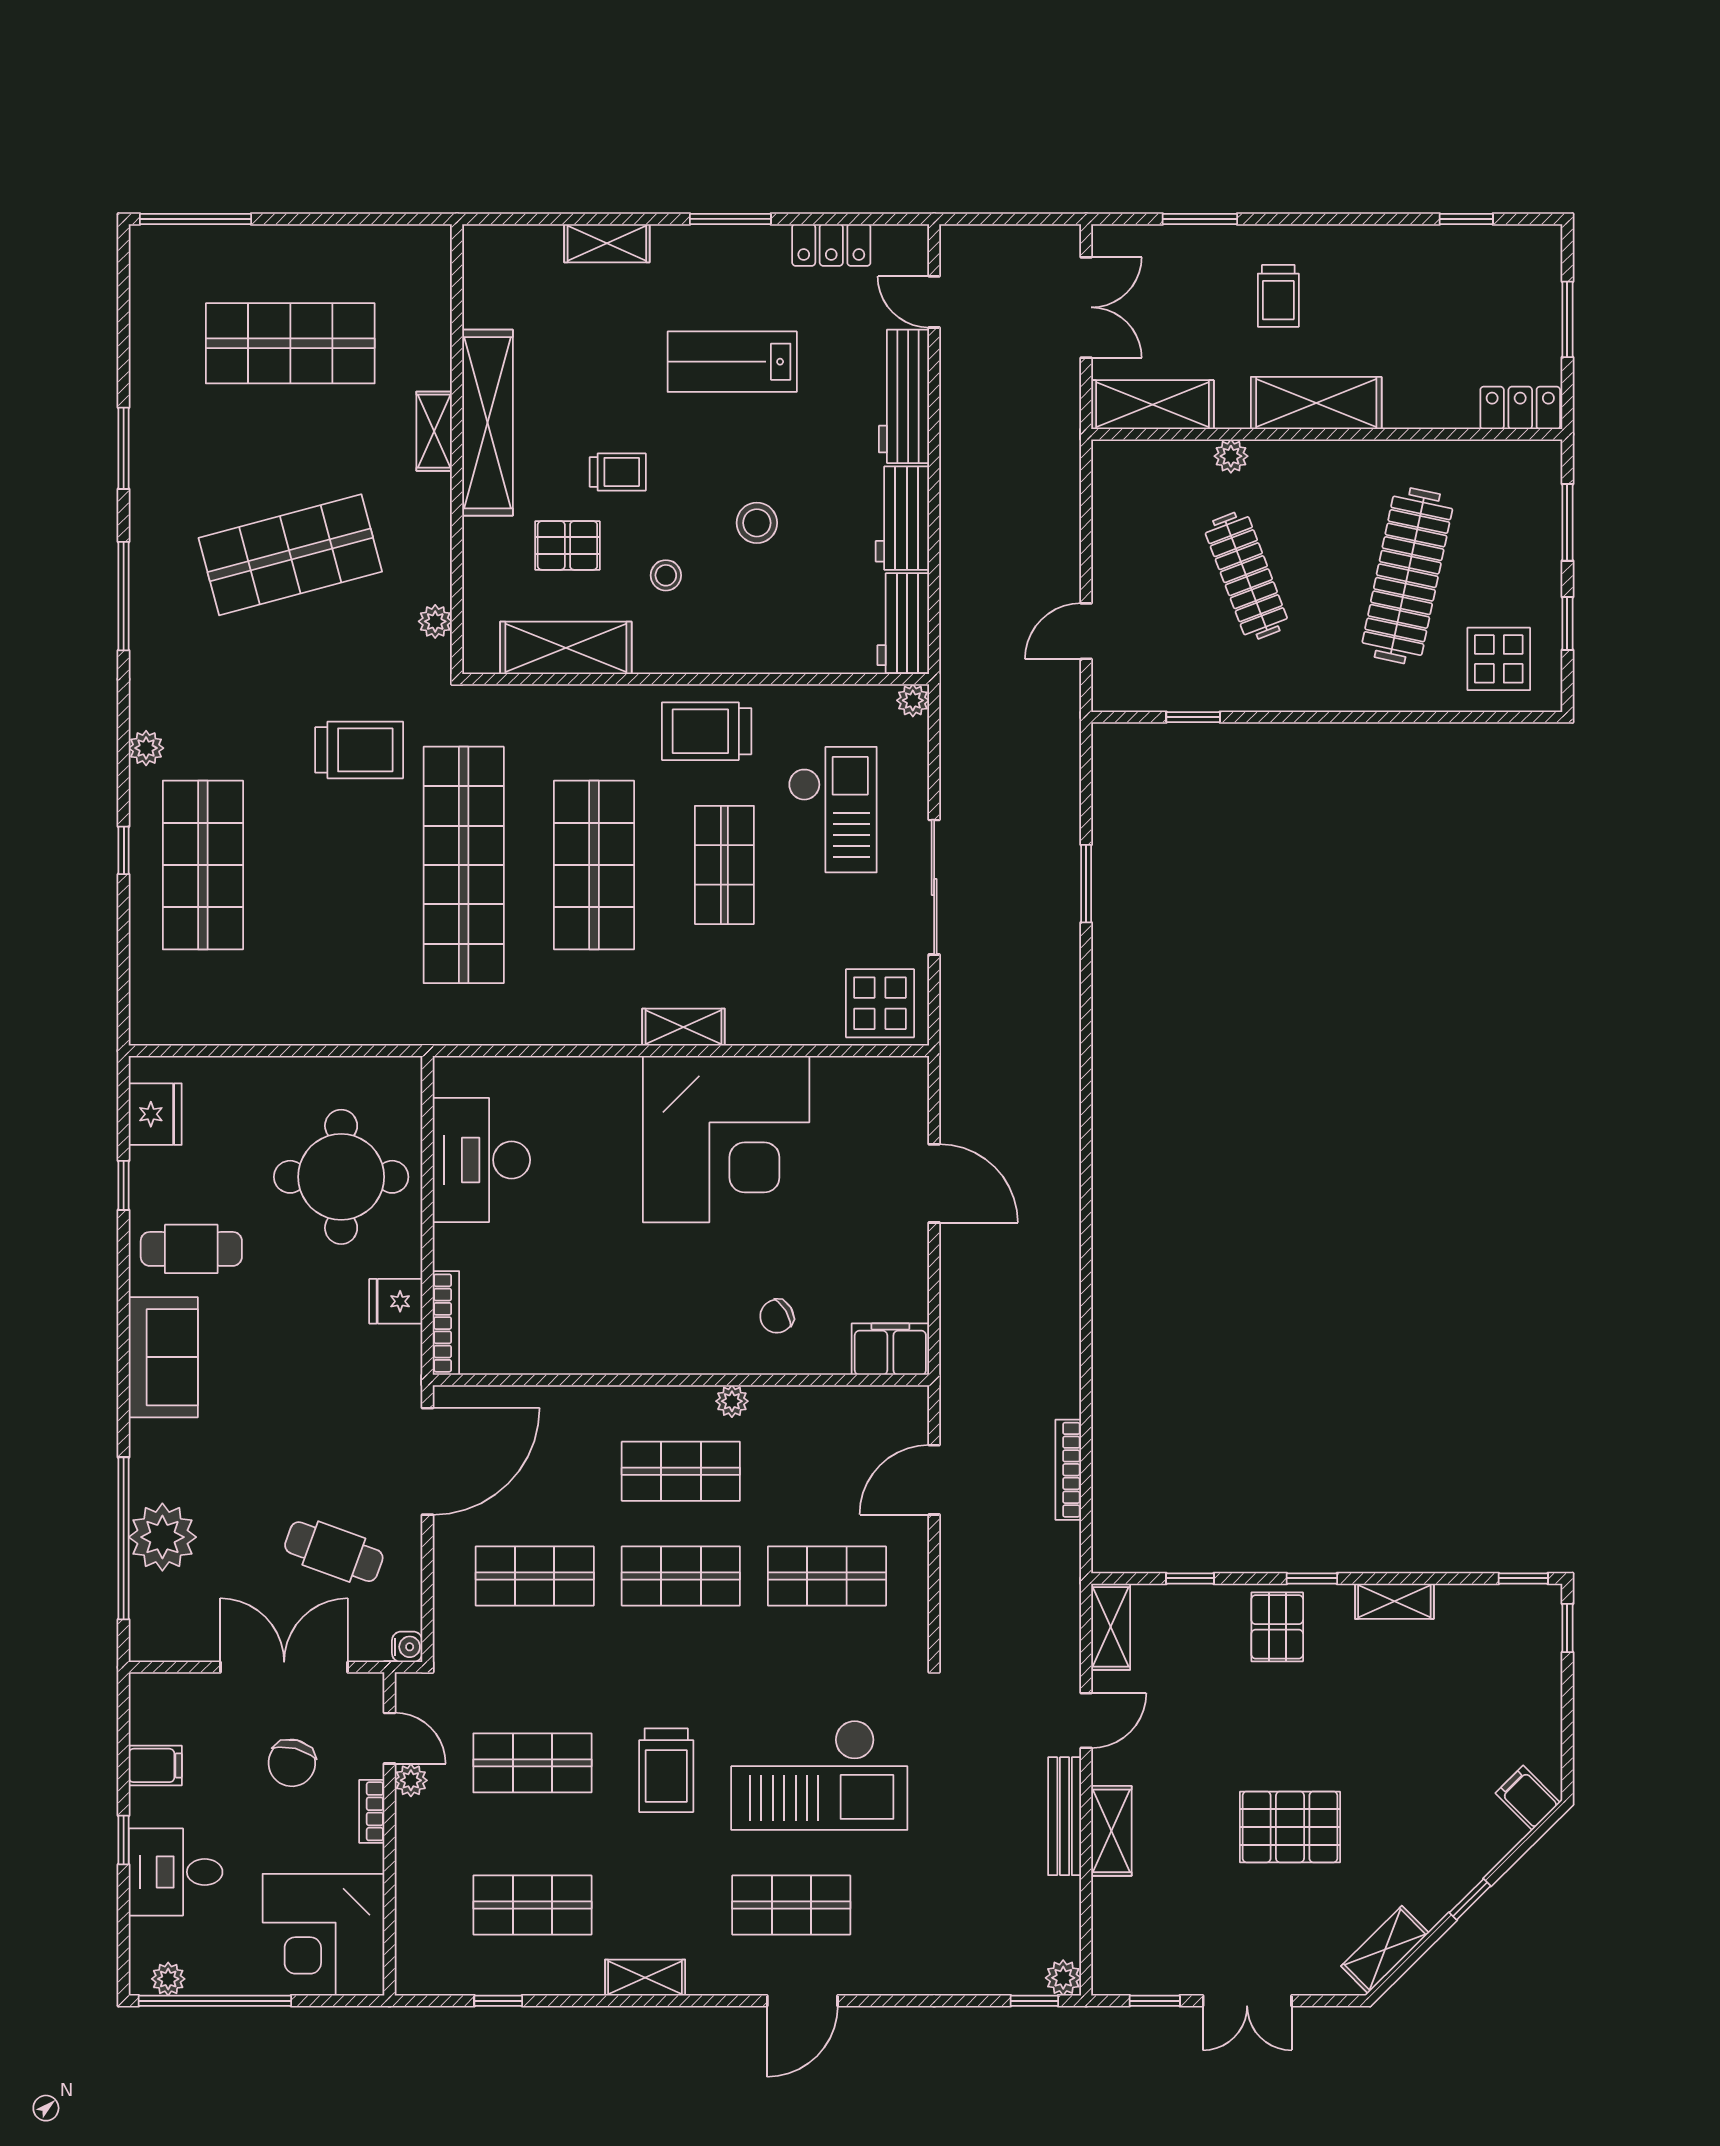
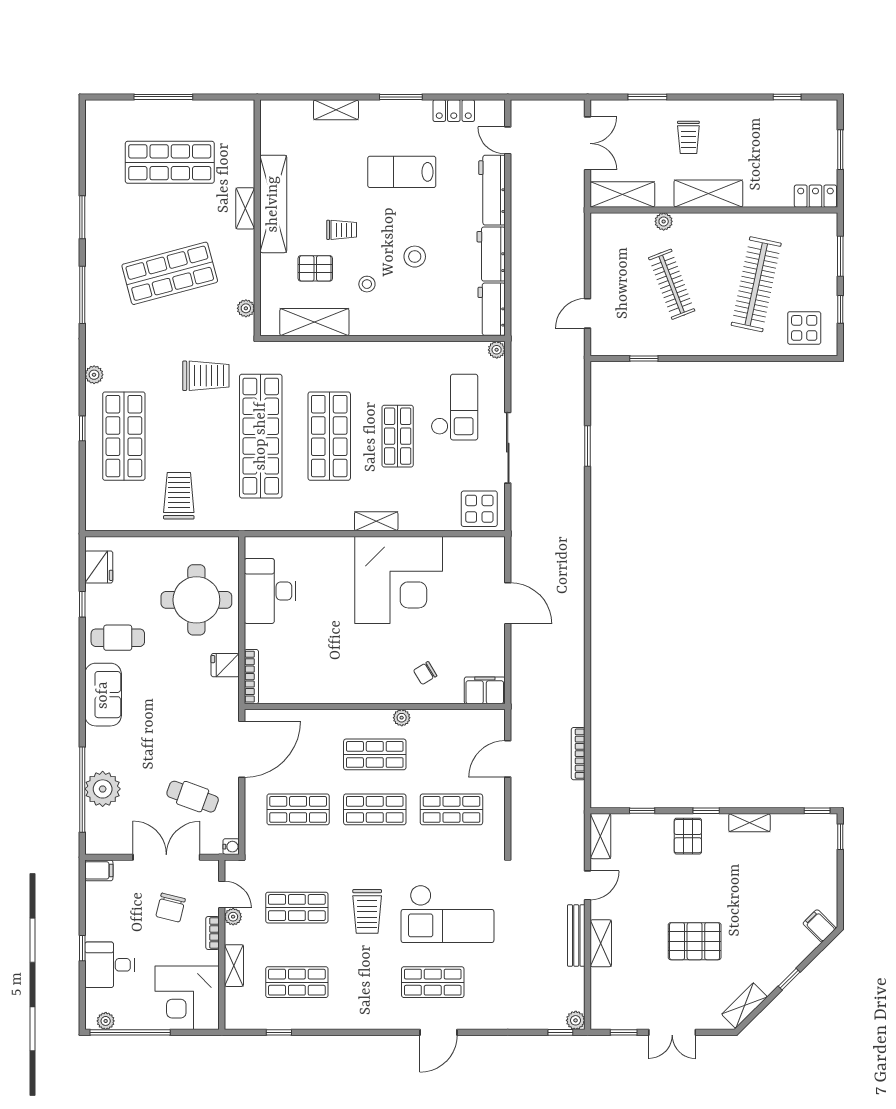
window: (195, 219) -> (163, 97), moved
trolley: (707, 731) -> (179, 496), moved, turned 90
filing cabinet: (155, 1765) -> (99, 870), moved
shelving: (645, 1978) -> (234, 966), moved, turned 90

